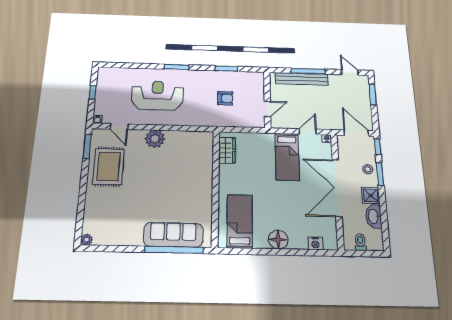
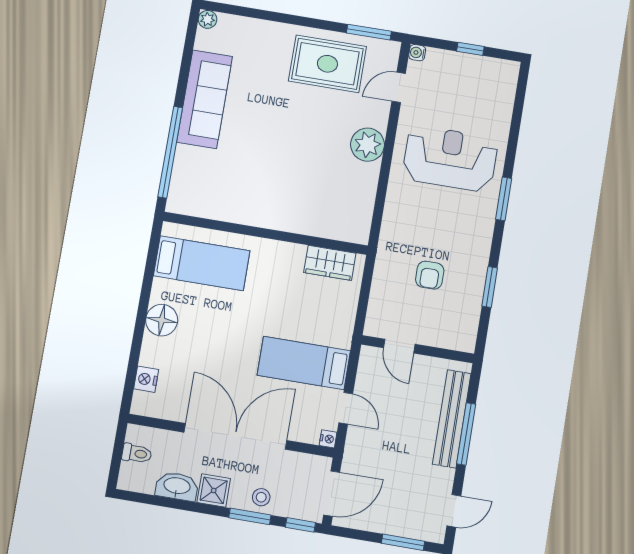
reception desk: (157, 96) -> (450, 159), turned -90
sofa: (173, 235) -> (205, 99), moved

